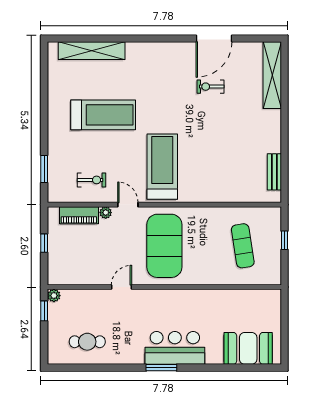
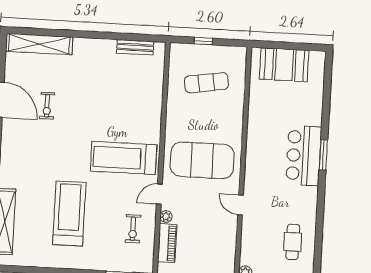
exercise bike: (91, 180) -> (133, 229), turned 180
booth: (248, 348) -> (284, 65), moved, turned 90
window: (161, 368) -> (323, 155), moved

